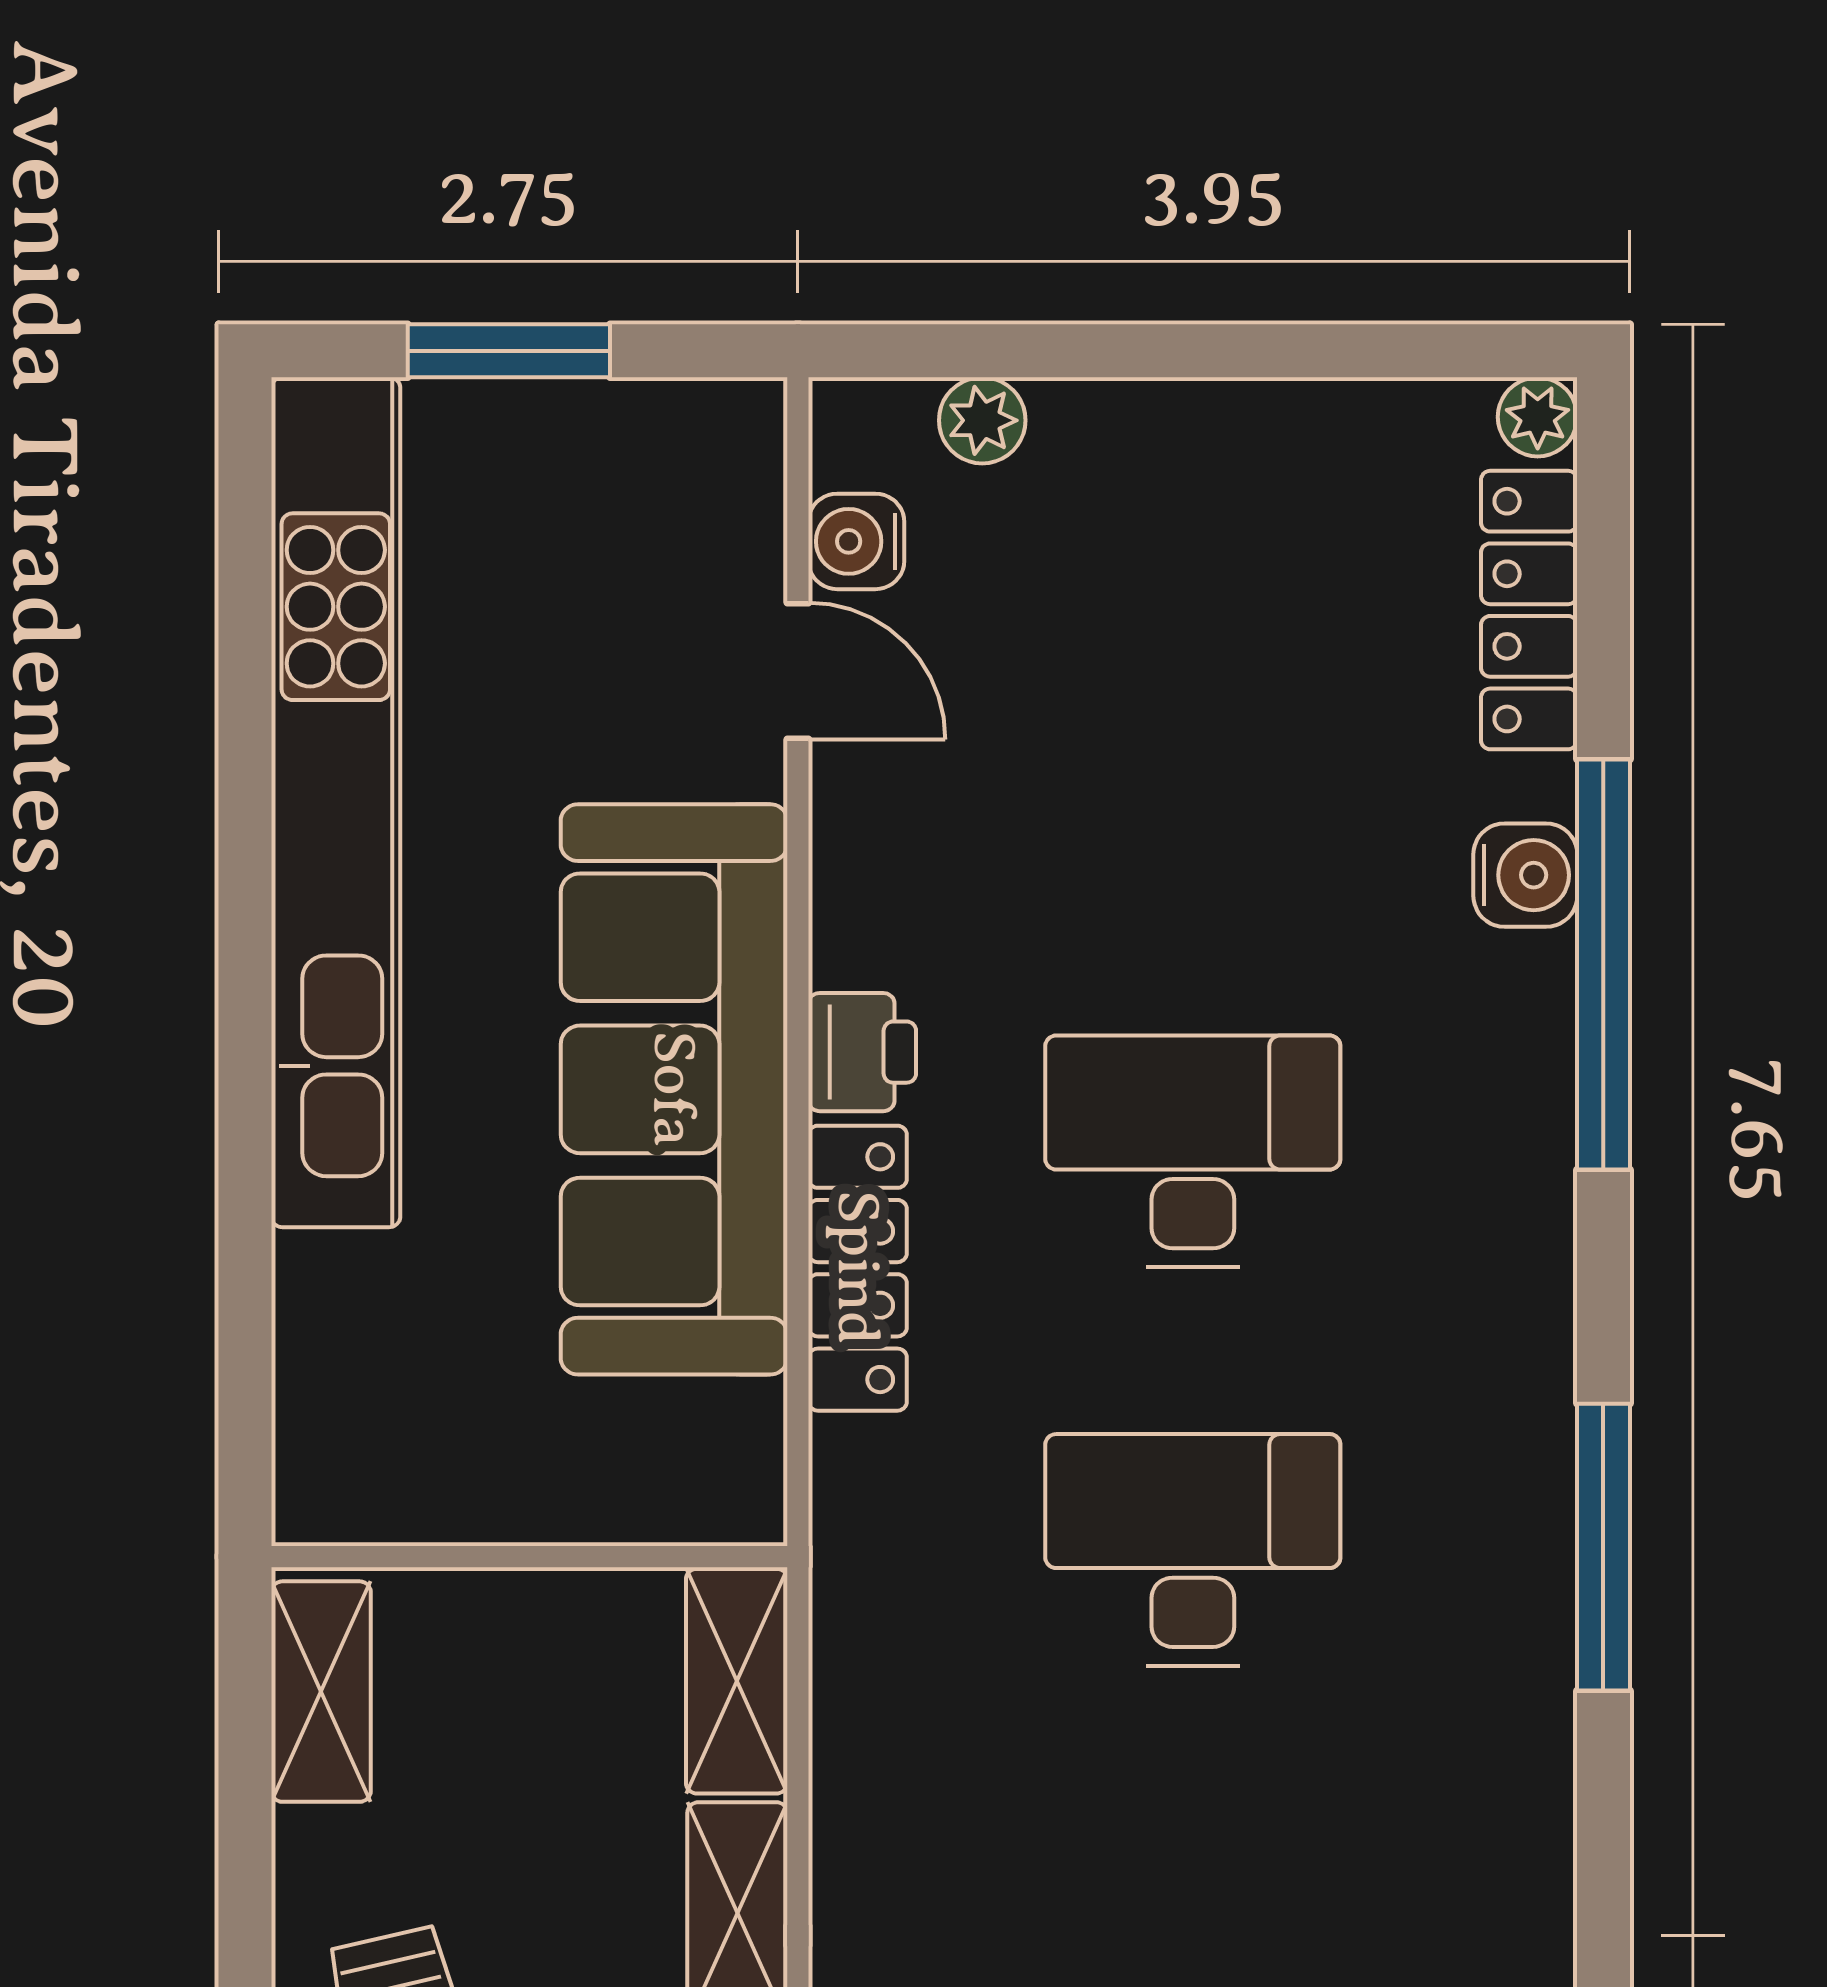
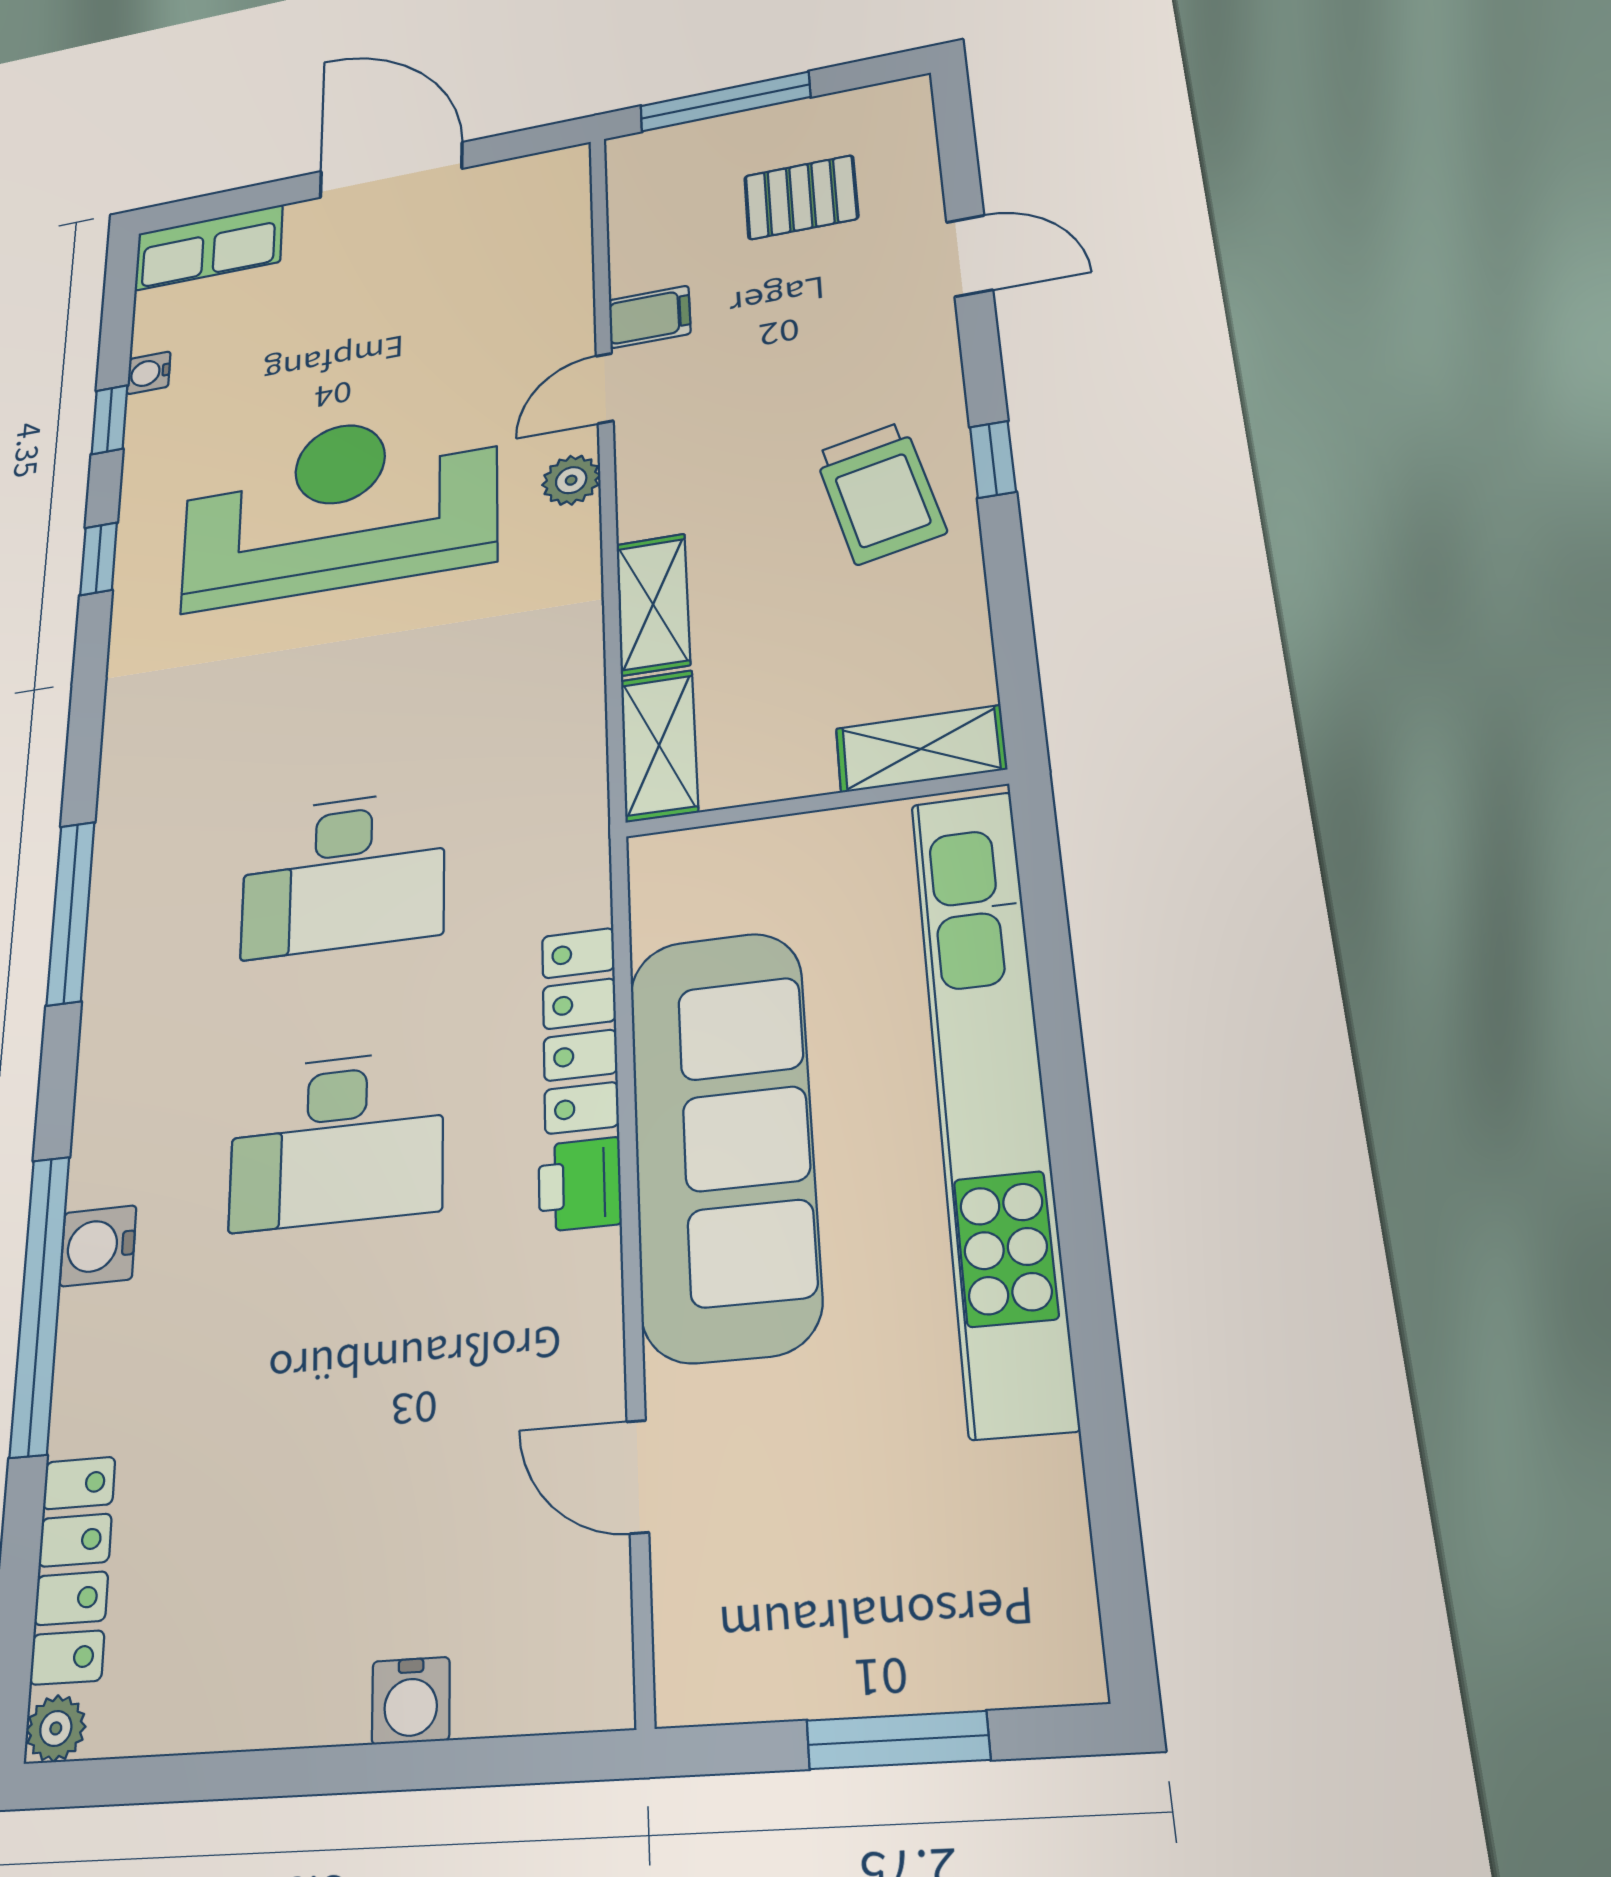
plant: (982, 420) -> (491, 1700), removed
water cooler: (856, 541) -> (411, 1701), moved, turned 90
kitchen unit: (336, 802) -> (991, 1098), moved
water cooler: (1525, 875) -> (98, 1246), moved
shelving: (321, 1692) -> (921, 749), moved, turned 90

